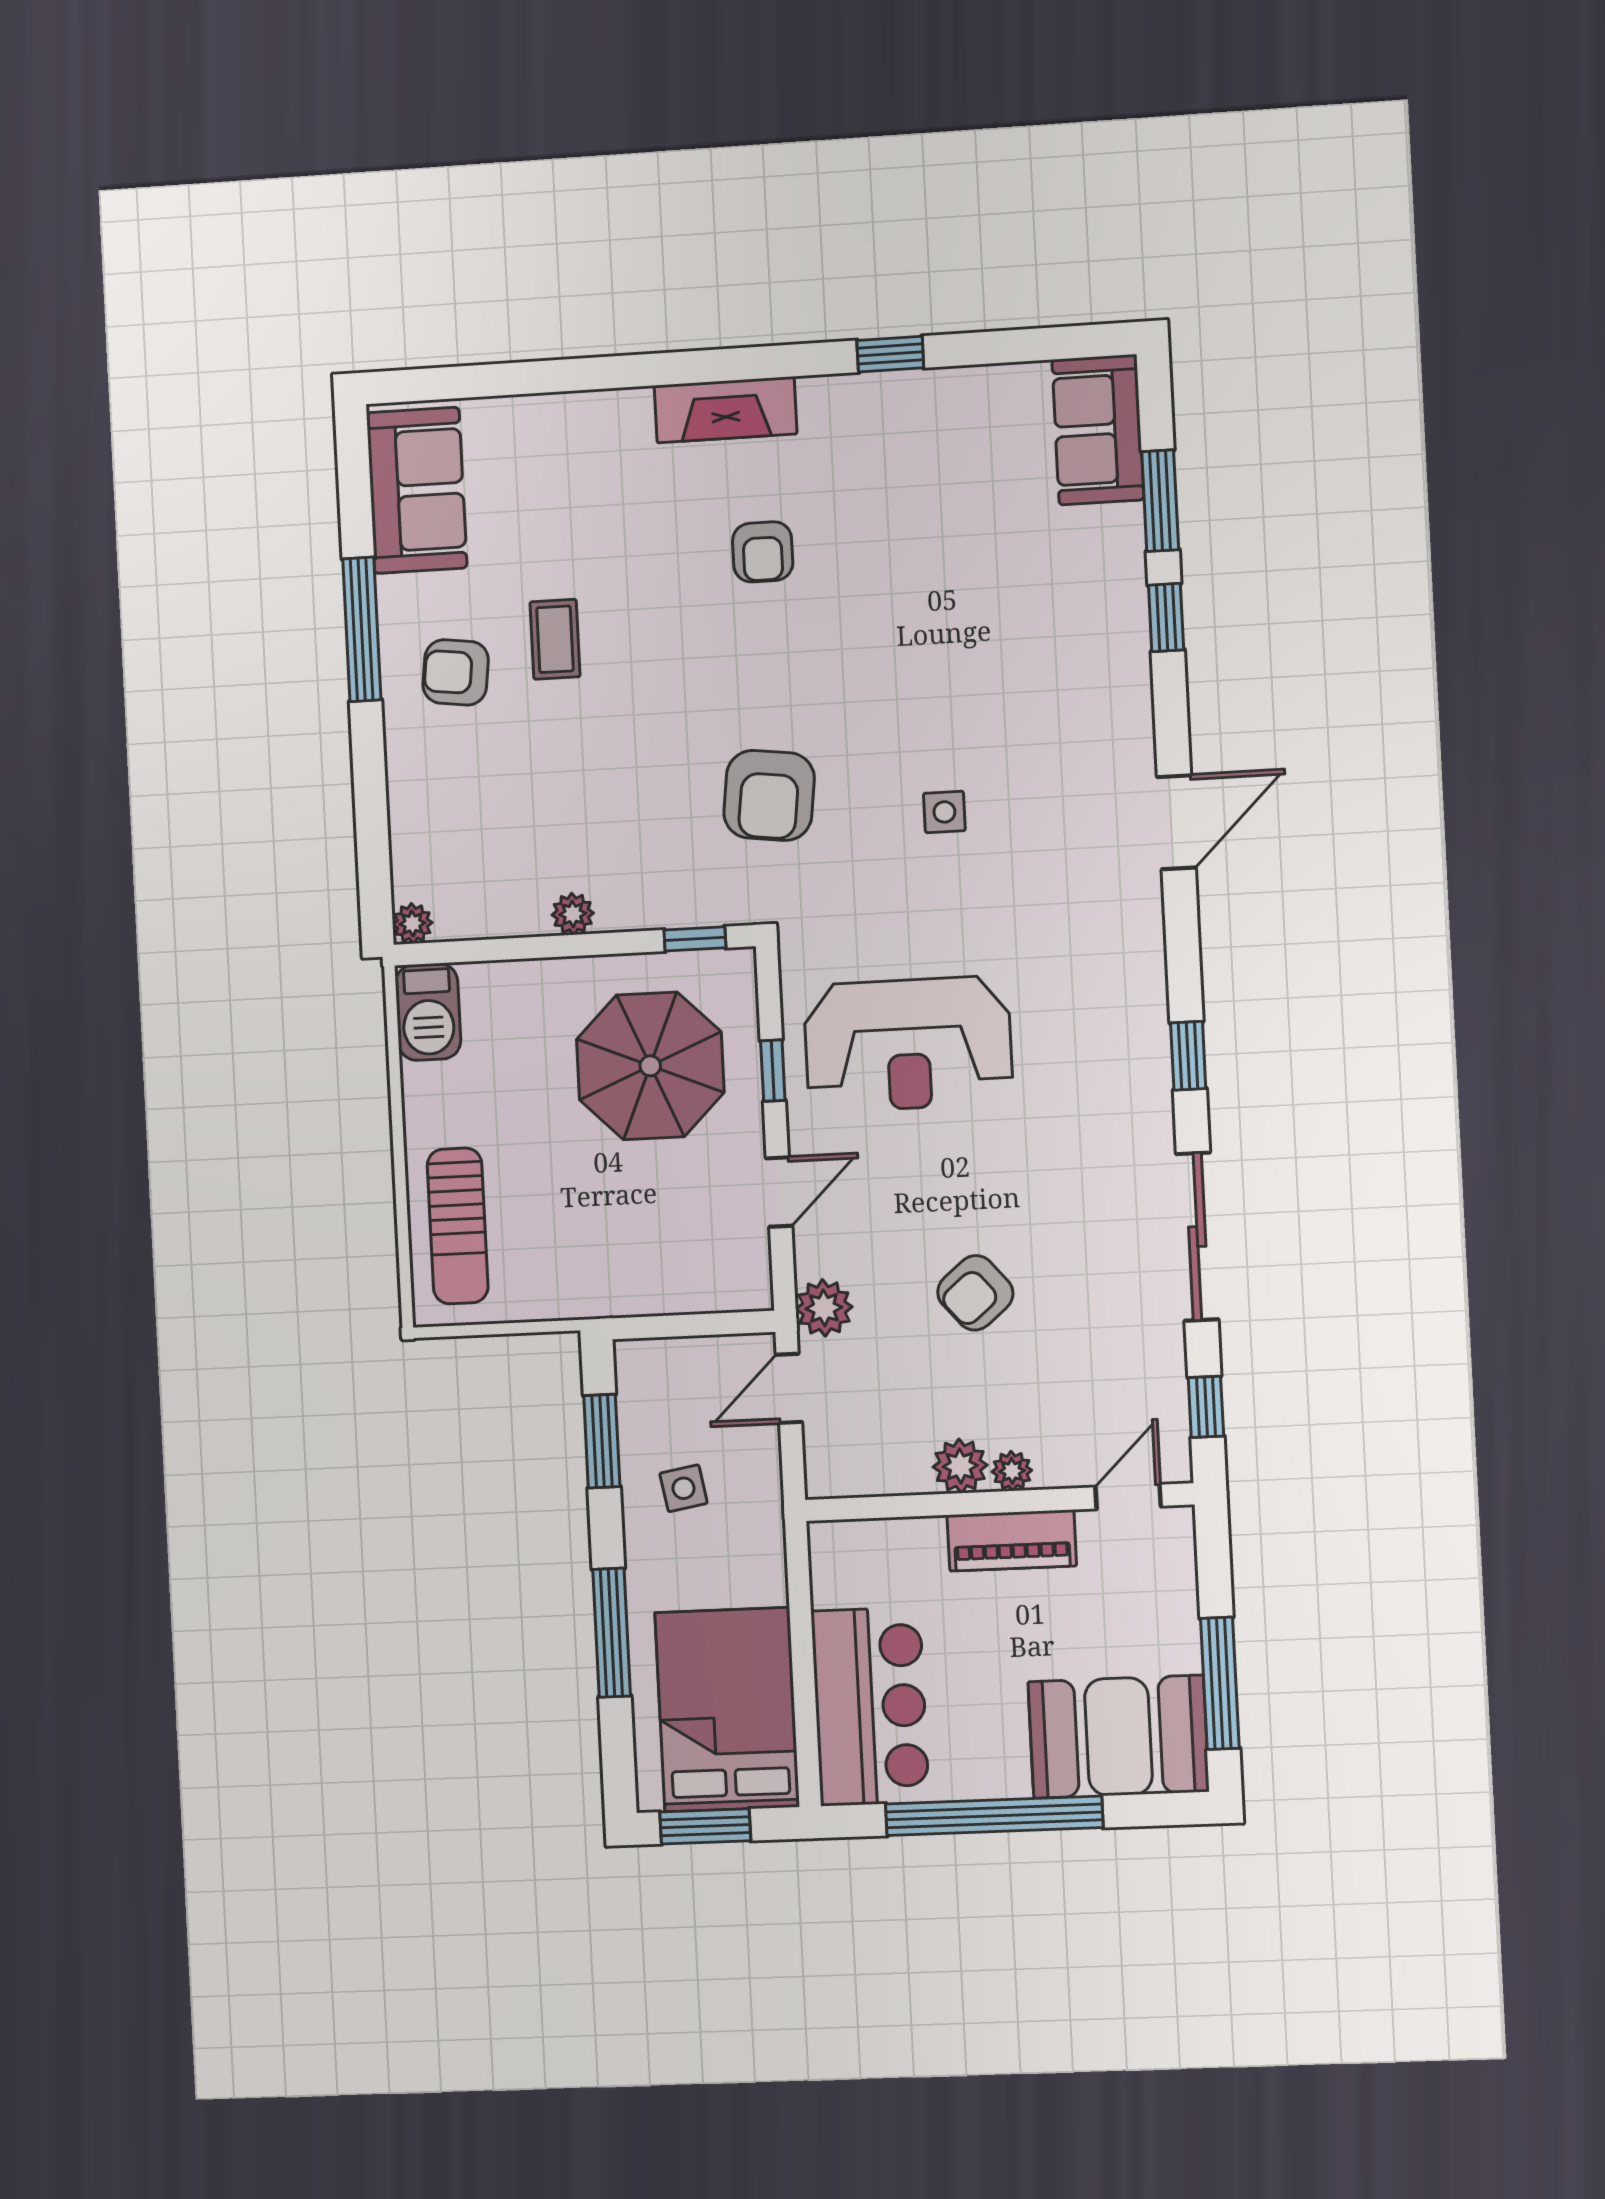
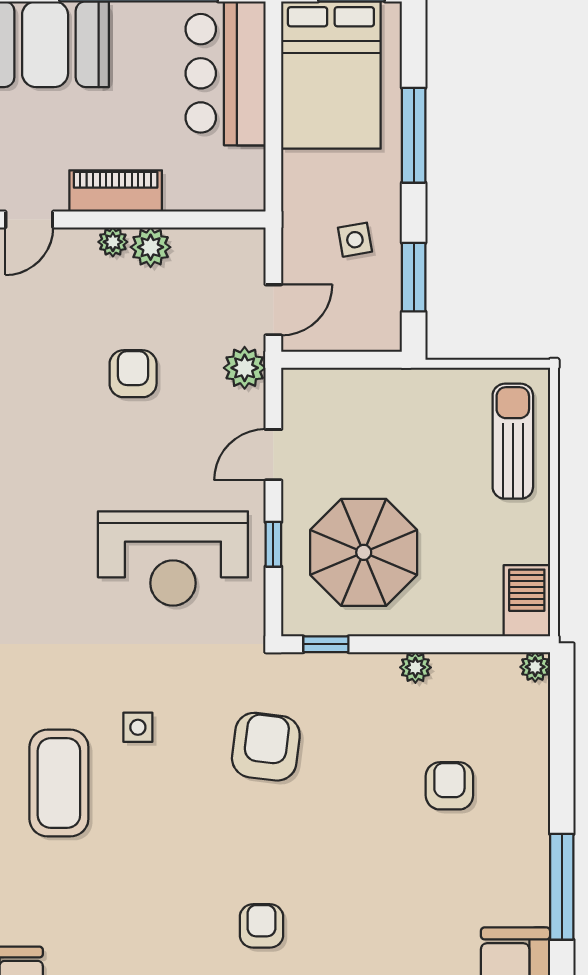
coffee table: (555, 639) -> (59, 783), moved, width x1.86, depth x1.72
armchair: (456, 672) -> (449, 786), moved, turned -97
reception desk: (908, 1044) -> (173, 558), turned 180
armchair: (975, 1293) -> (133, 374), turned -50

